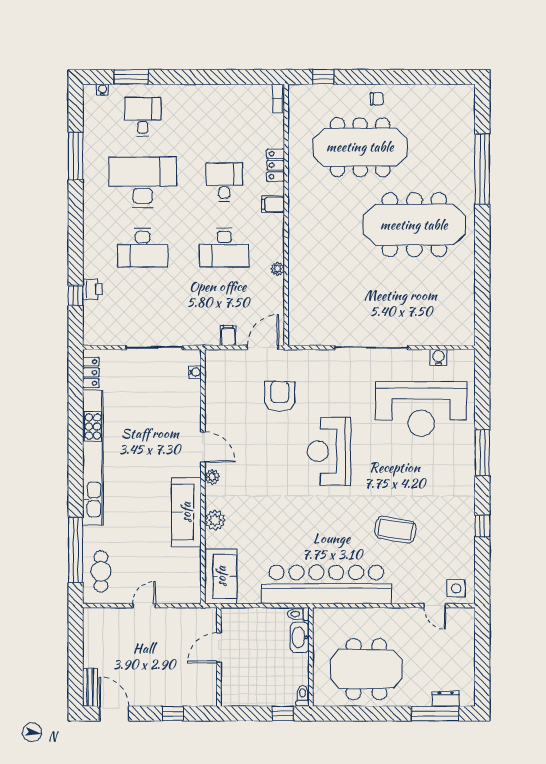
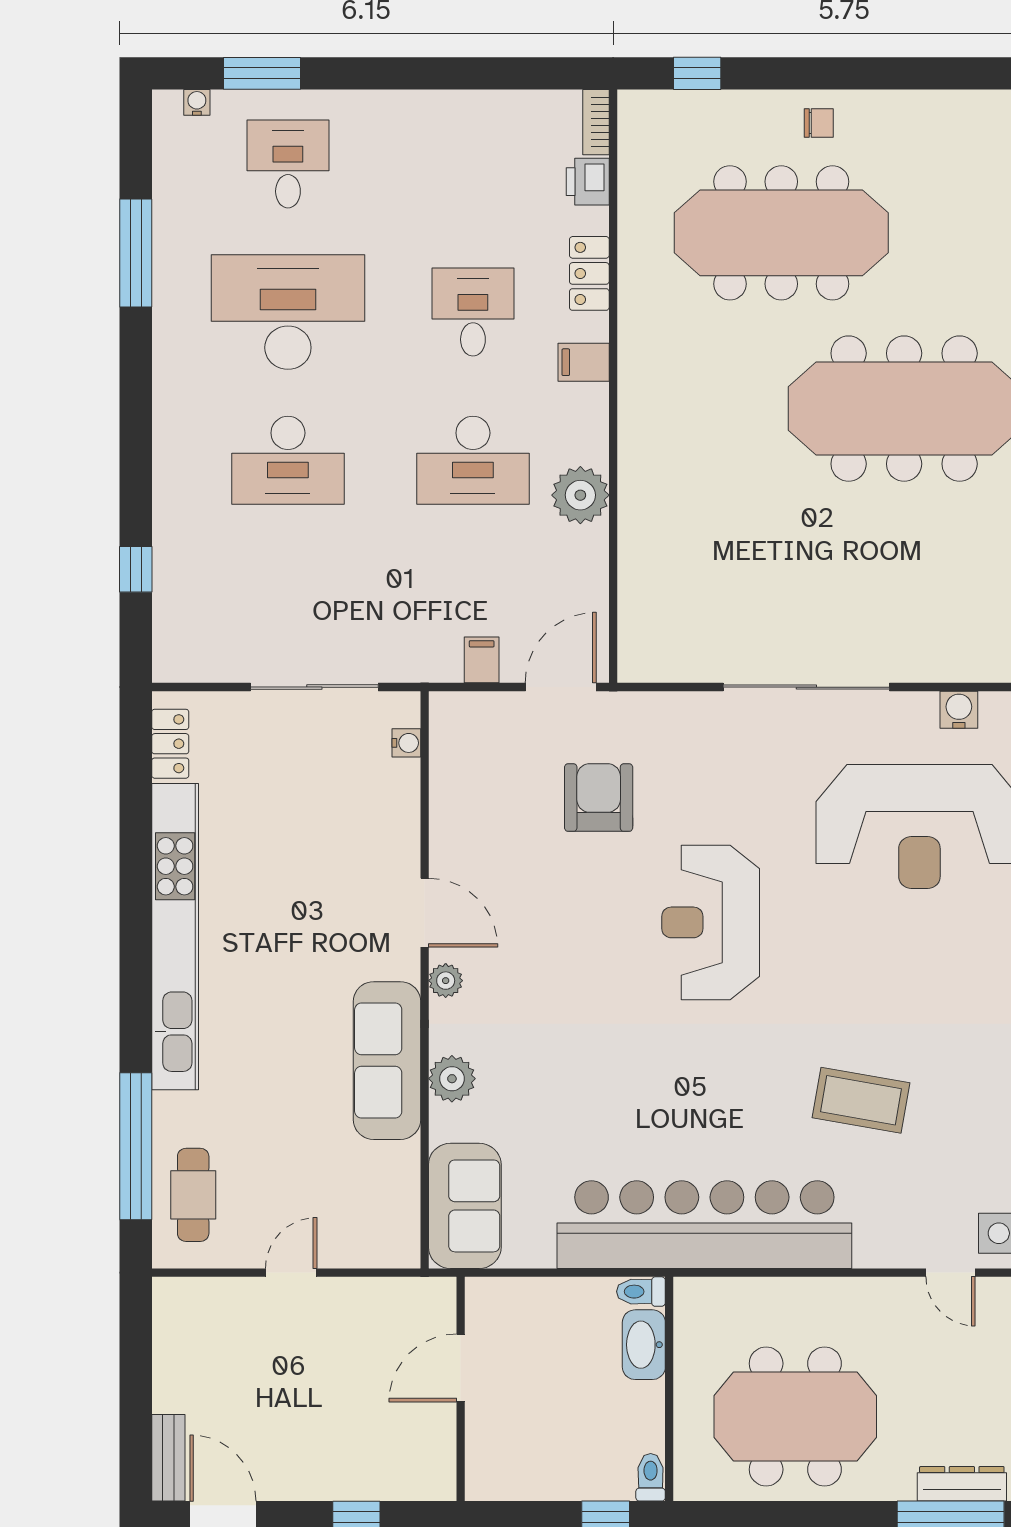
plant: (278, 269) -> (580, 495), width x1.88, depth x1.88
printer: (92, 289) -> (588, 182), moved, turned 180
dresser: (446, 699) -> (962, 1484), width x1.44

